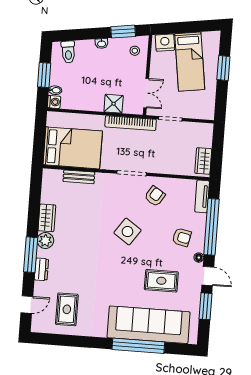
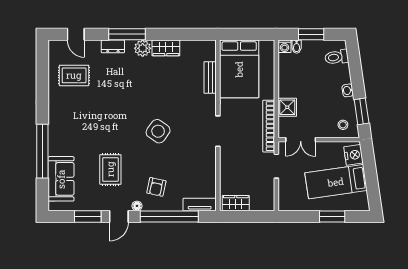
armchair: (155, 196) -> (196, 156), removed
sofa: (149, 325) -> (61, 179), width x0.54, depth x0.79

